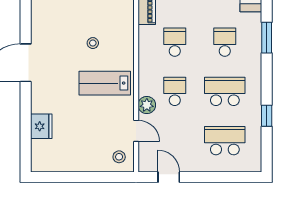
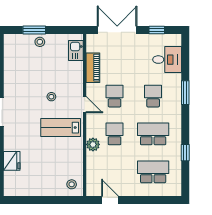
door: (136, 131) -> (85, 105), moved

